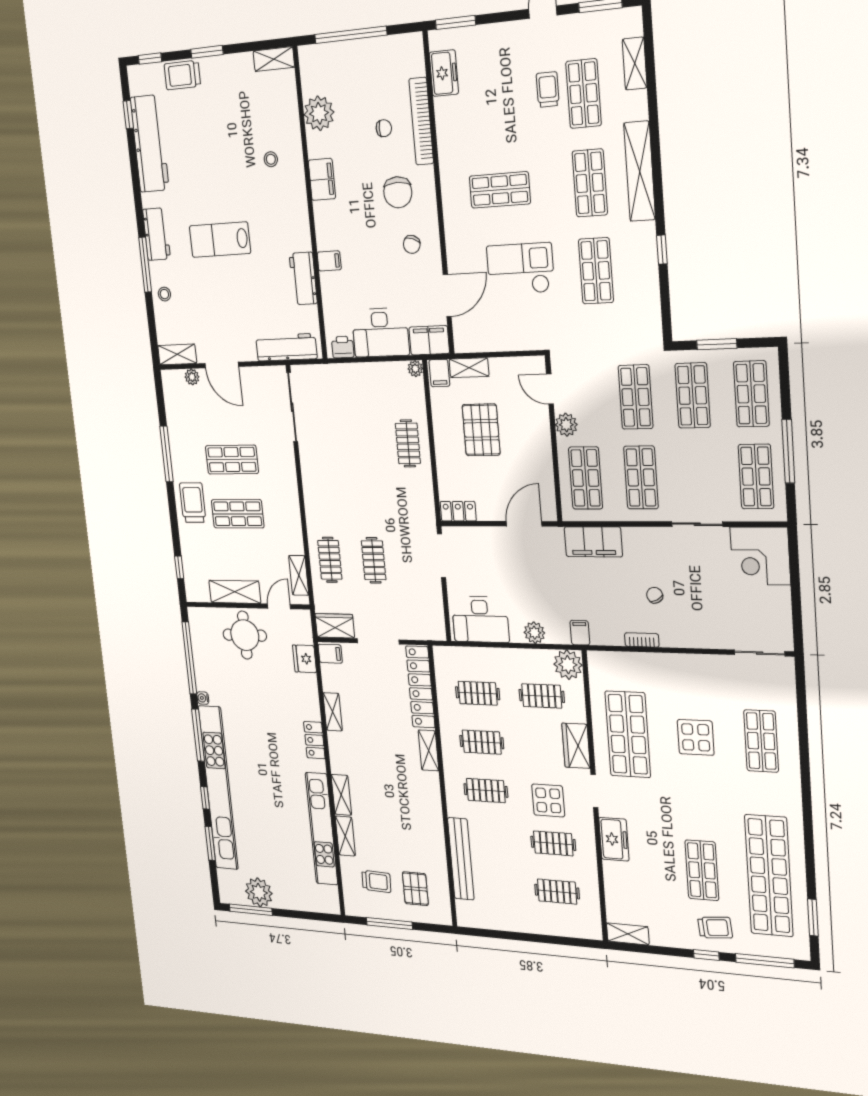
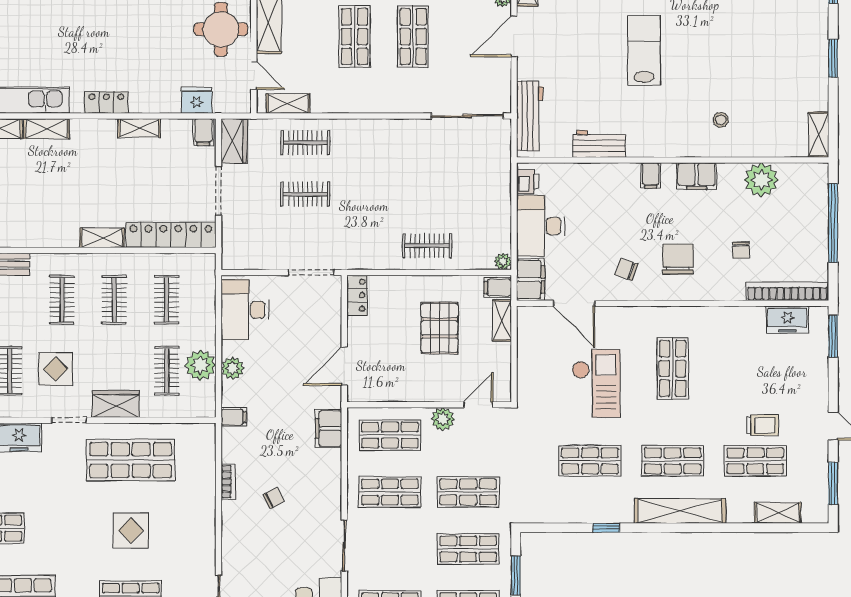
trolley: (182, 75) -> (813, 26), removed
bookcase: (421, 121) -> (787, 291), moved
chair: (398, 192) -> (678, 259), turned 90
filing cabinet: (329, 261) -> (651, 175), moved
pallet: (481, 430) -> (440, 328), turned 90
door: (524, 524) -> (344, 366), swing flipped
filing cabinet: (593, 542) -> (328, 429), width x0.67, depth x0.86
plant: (568, 665) -> (200, 365), moved

